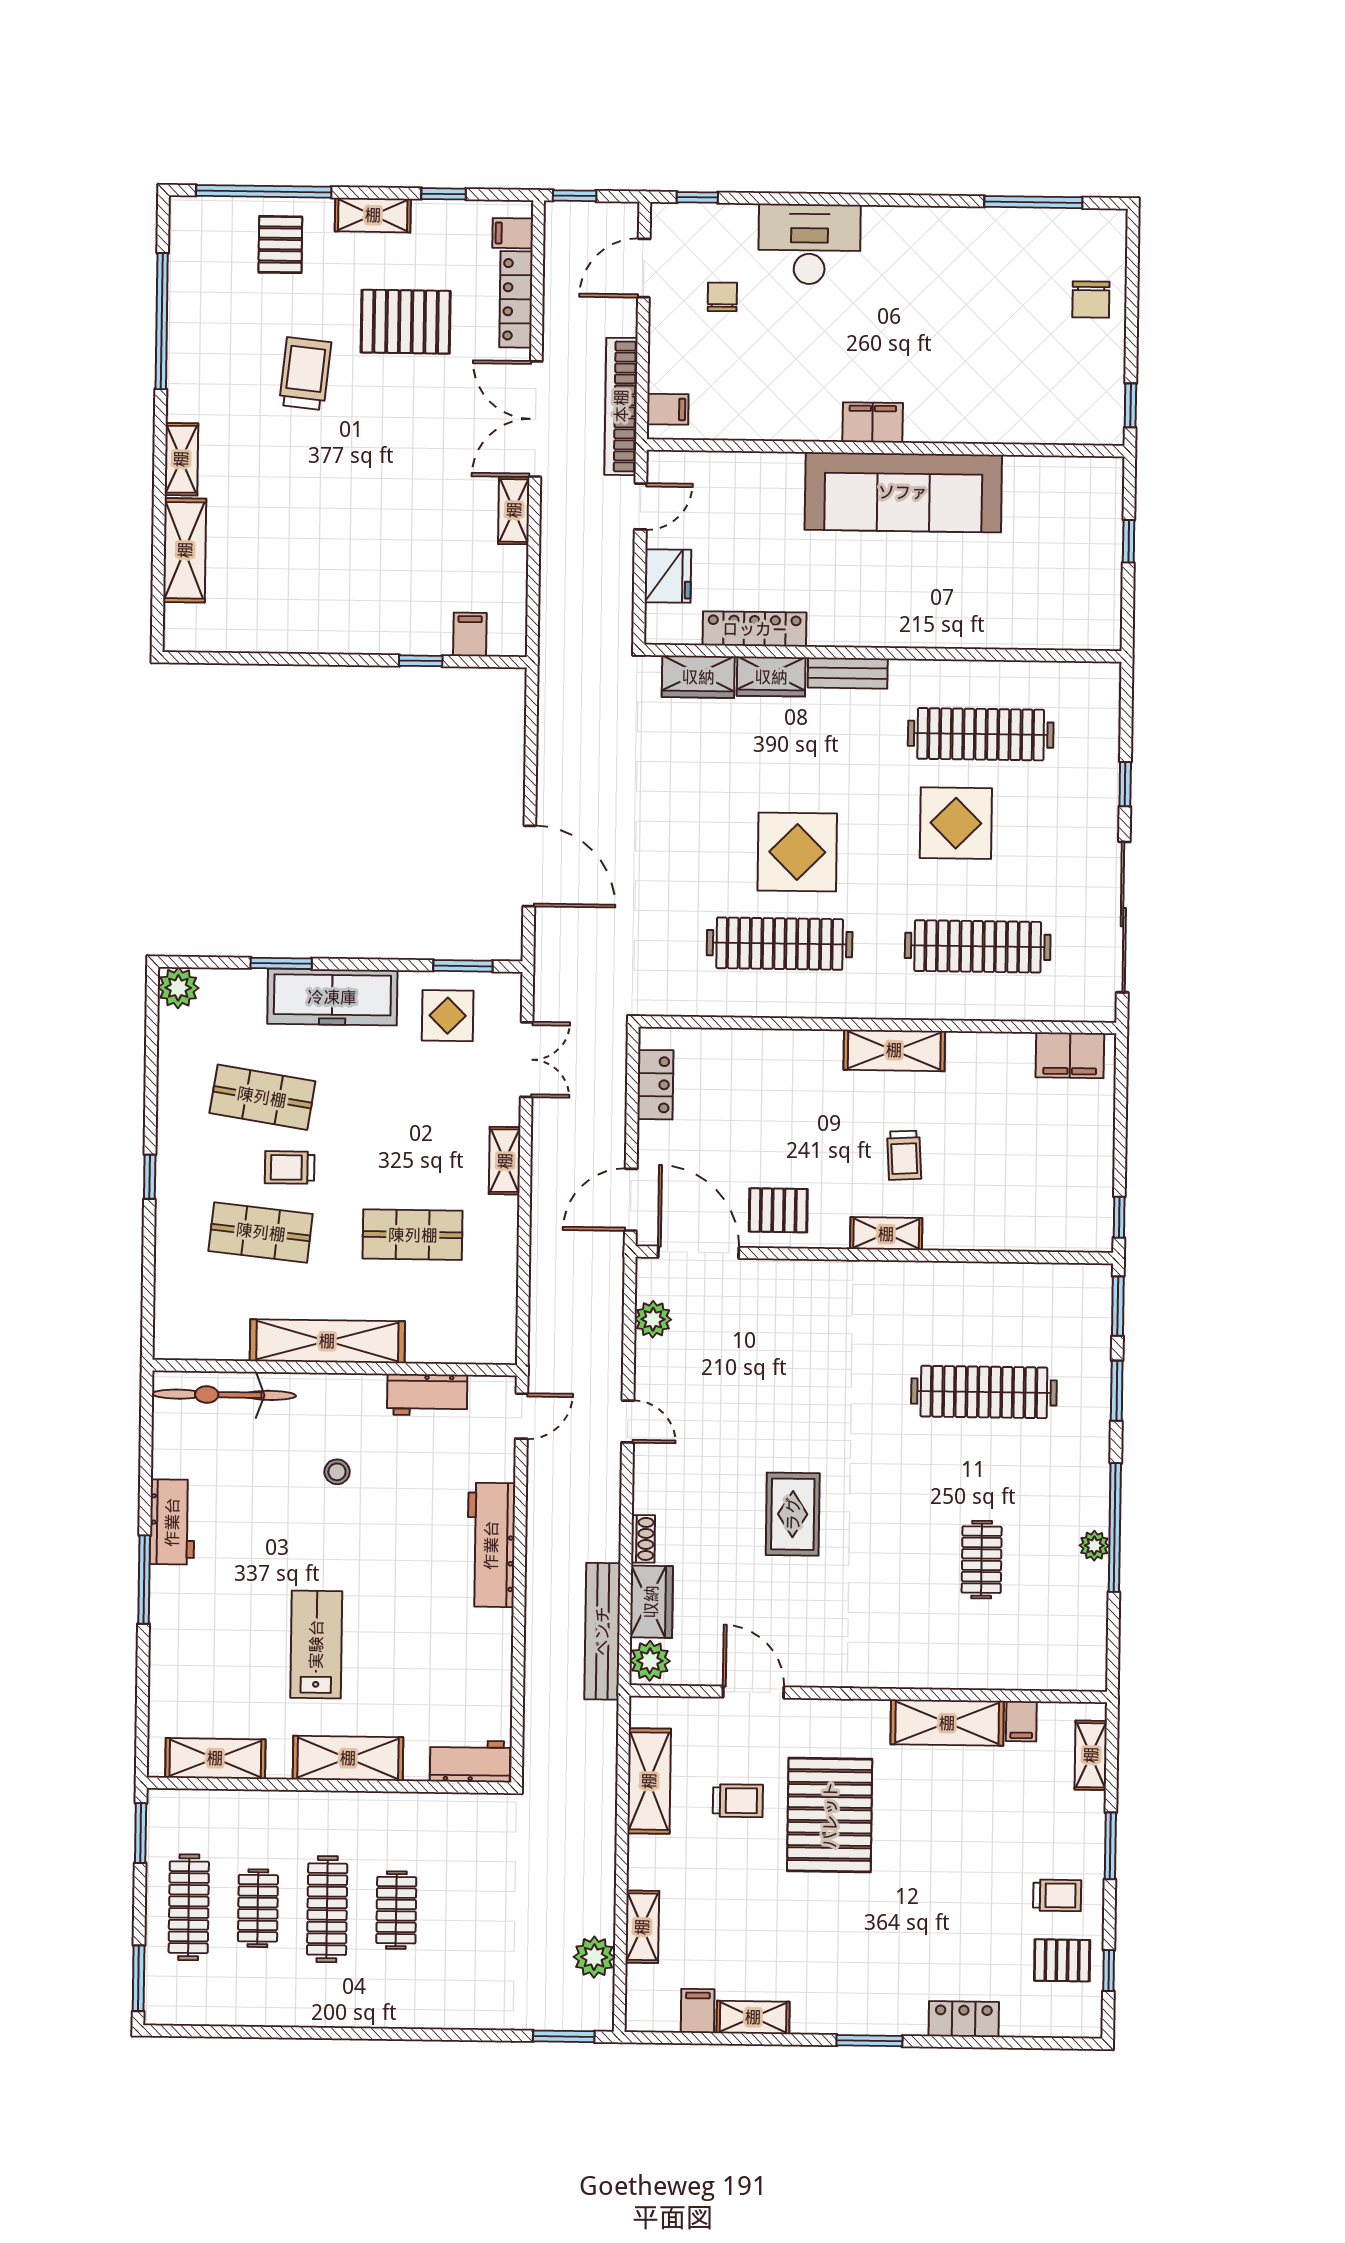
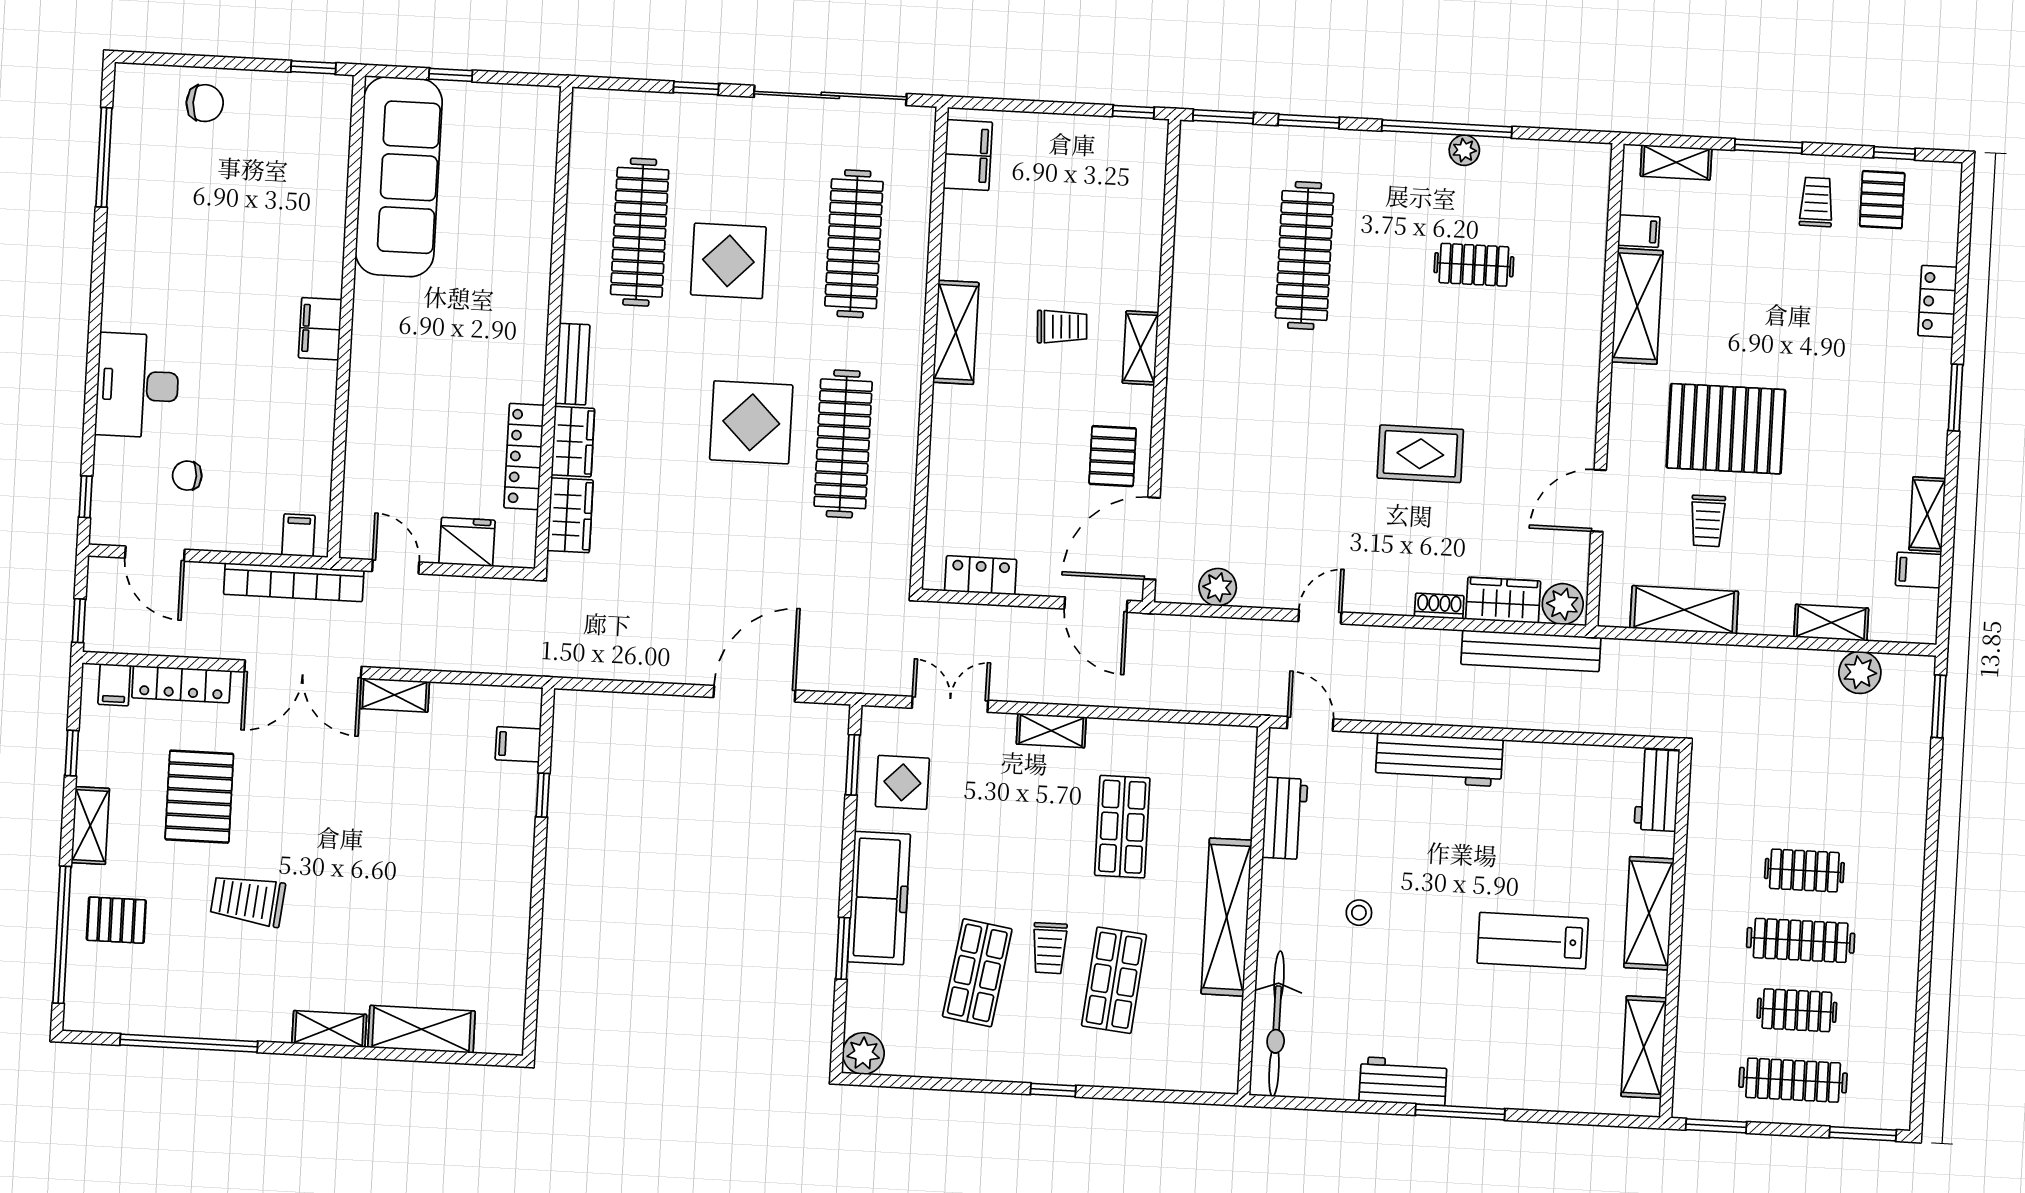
sofa: (903, 492) -> (399, 177), moved
trolley: (738, 1801) -> (1708, 521), turned 180

